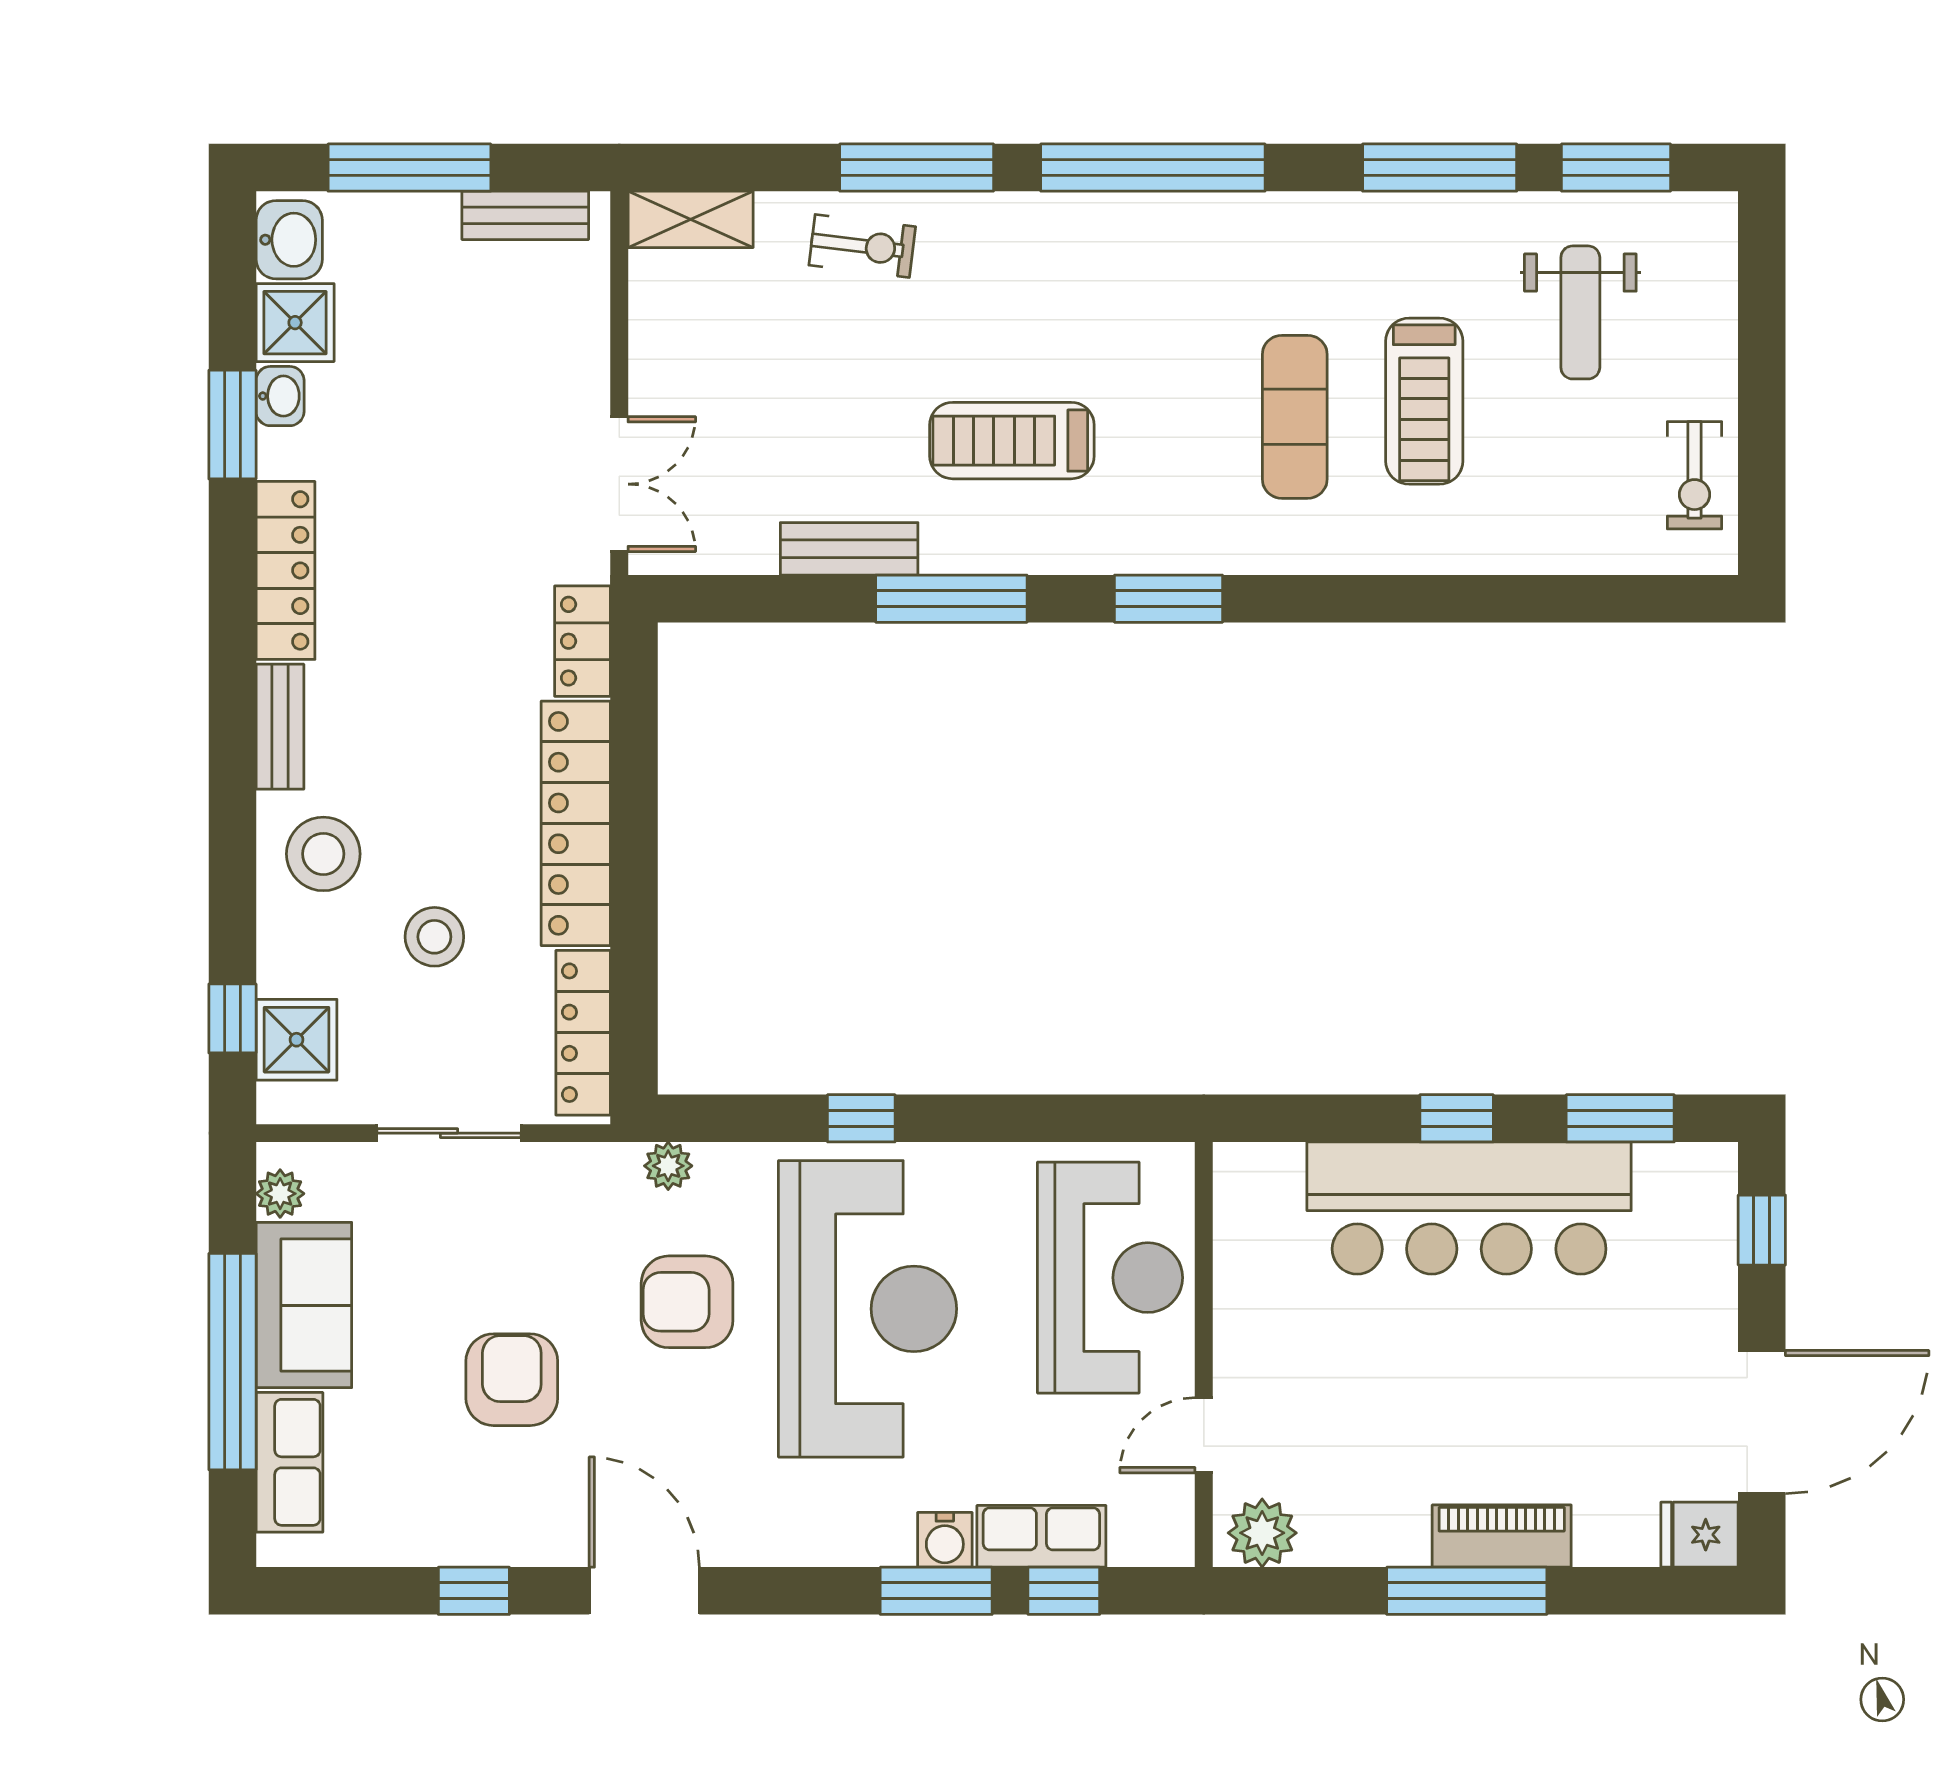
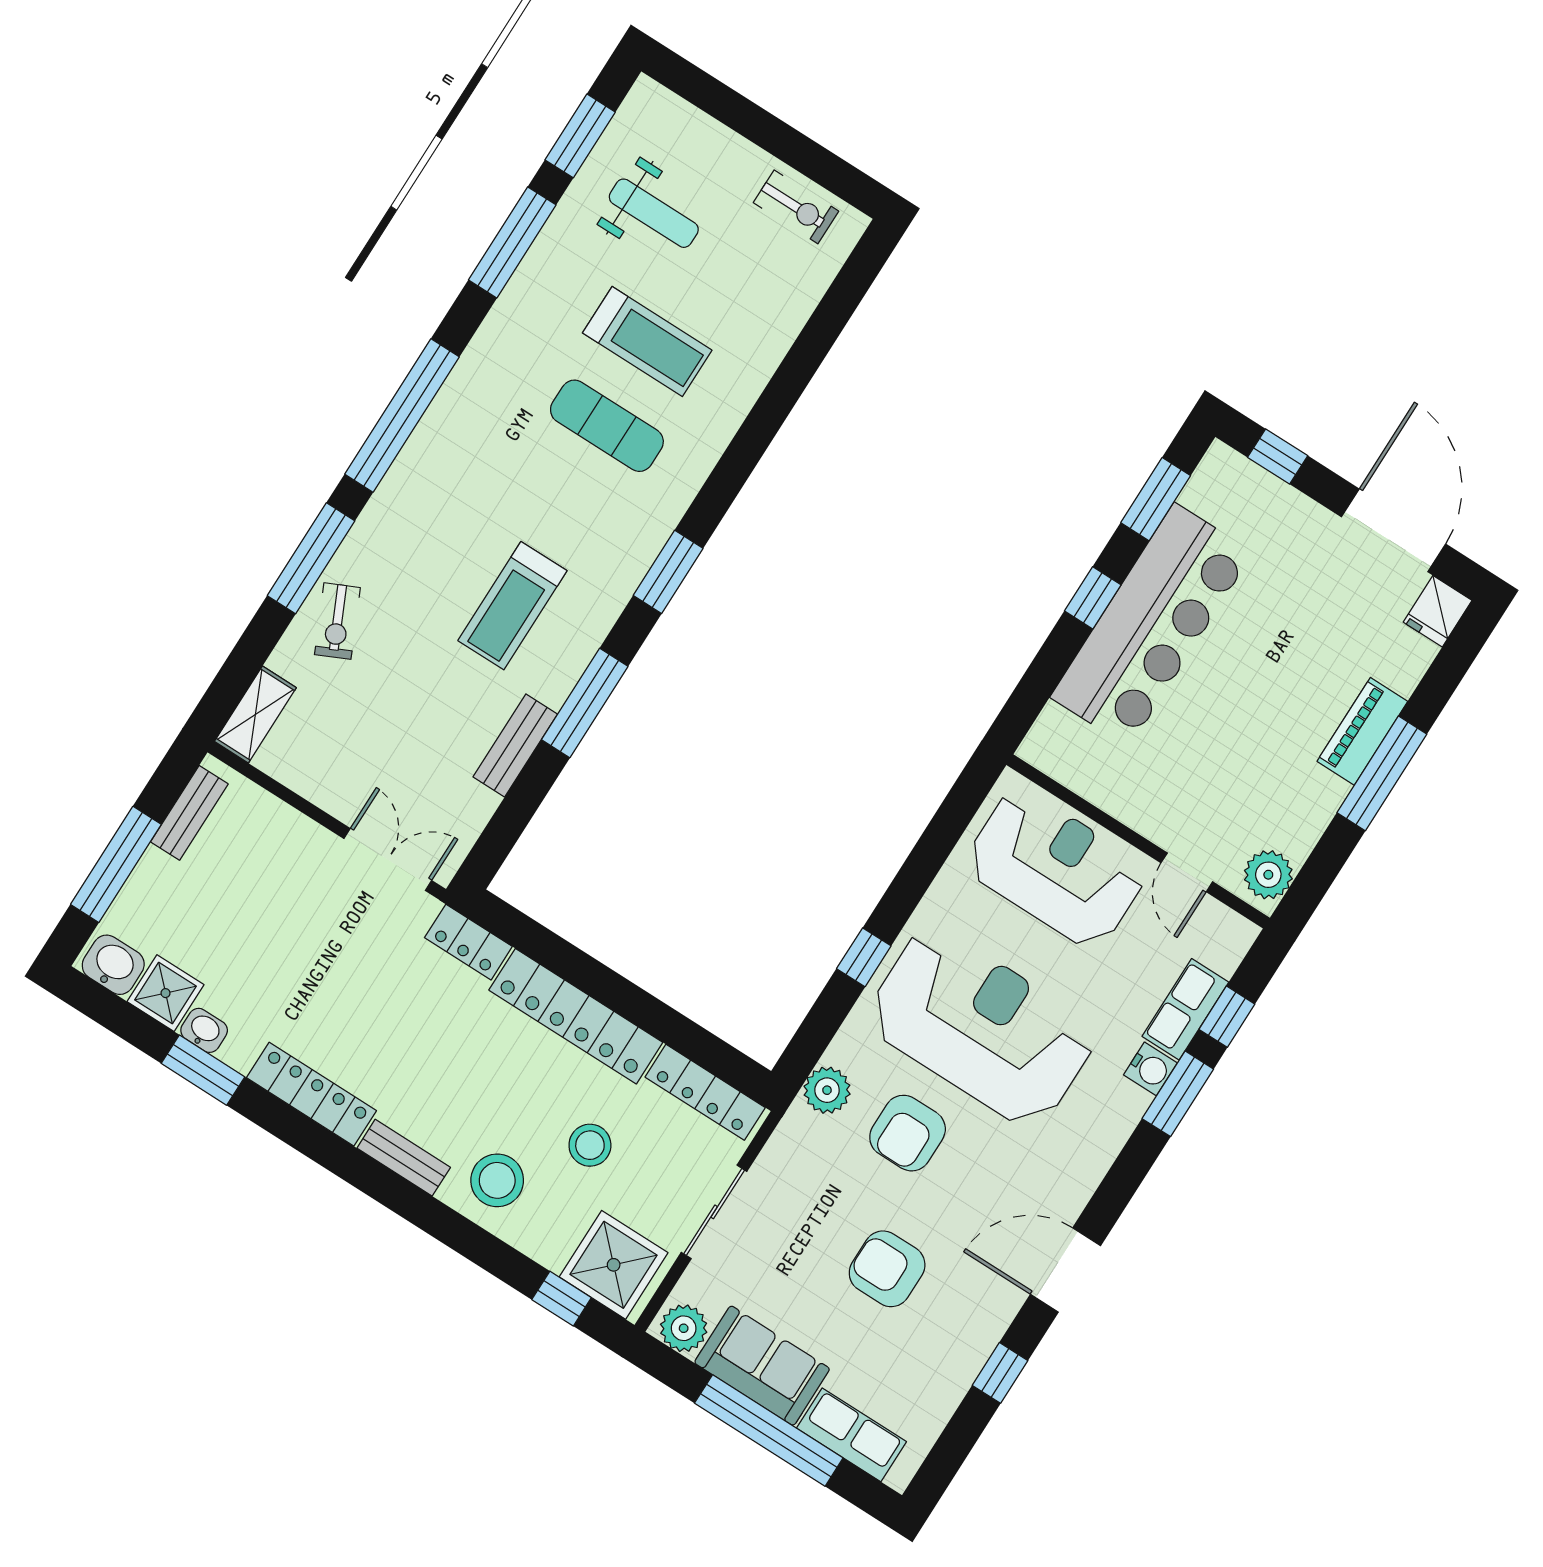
exercise bike: (862, 246) -> (337, 621), turned 148
shower: (296, 1040) -> (614, 1265), width x1.36, depth x1.36
plant: (668, 1166) -> (827, 1090), width x1.38, depth x1.38
plant: (280, 1194) -> (684, 1328), width x1.38, depth x1.38

